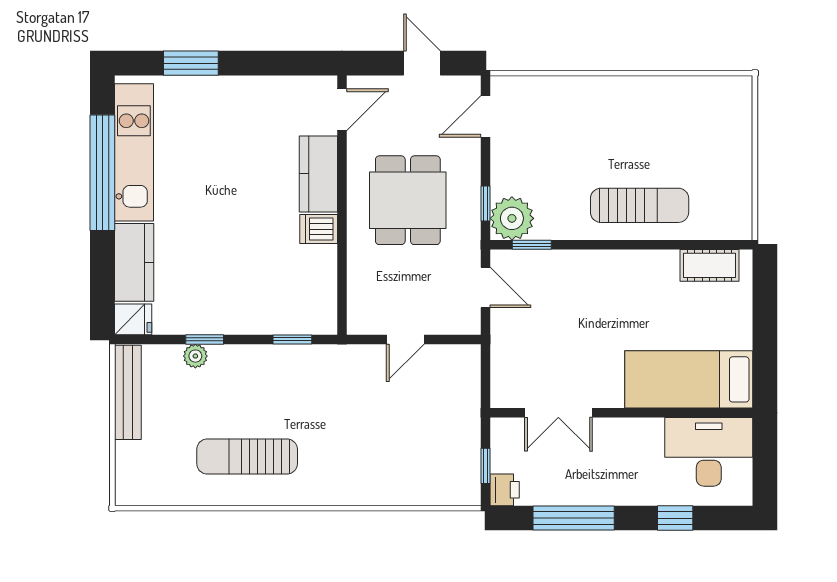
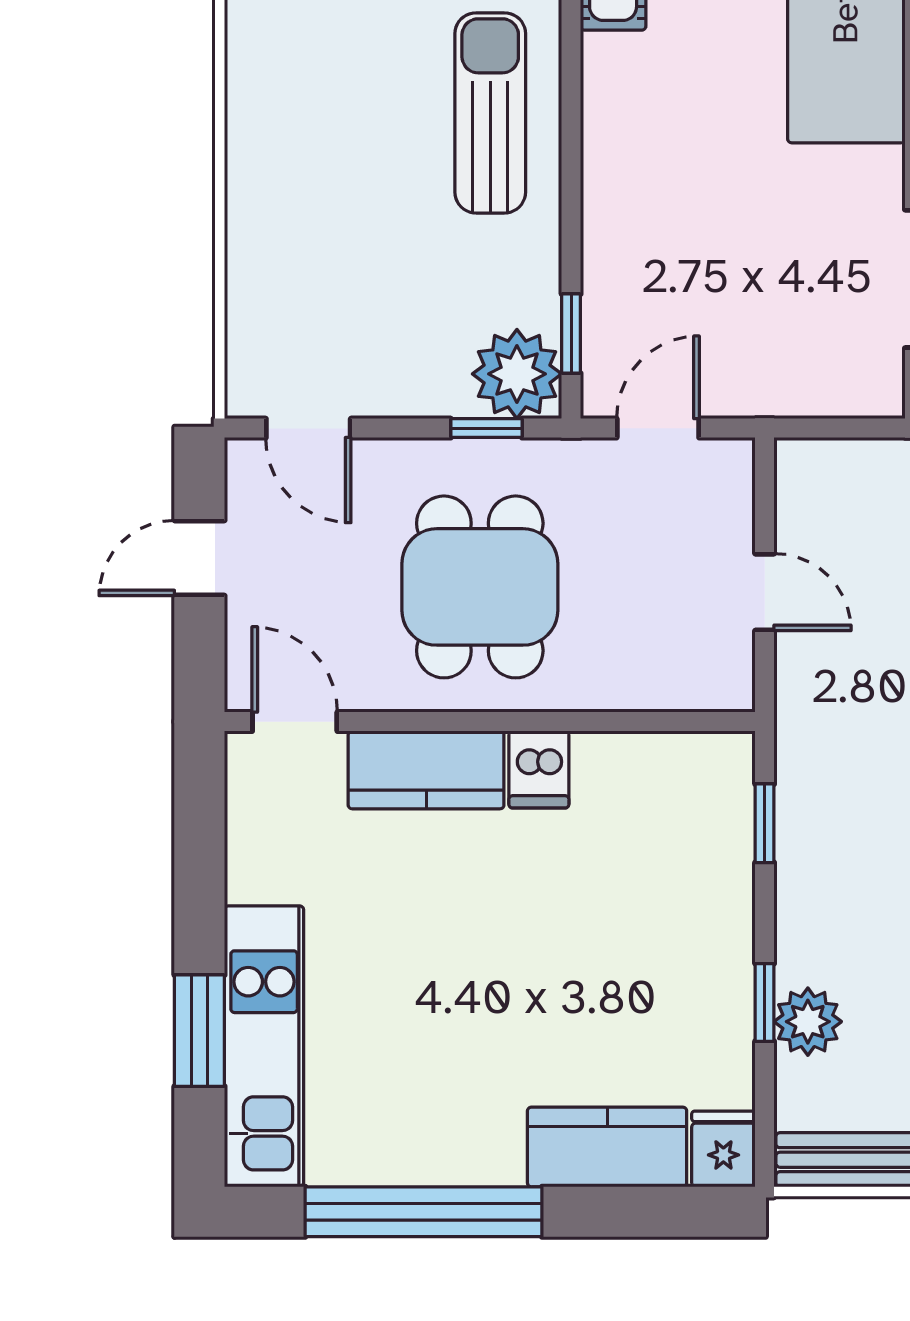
kitchen unit: (134, 152) -> (264, 1046), moved, turned 90
dining table: (408, 200) -> (480, 587), turned 90
plant: (195, 356) -> (808, 1022), width x1.38, depth x1.38

